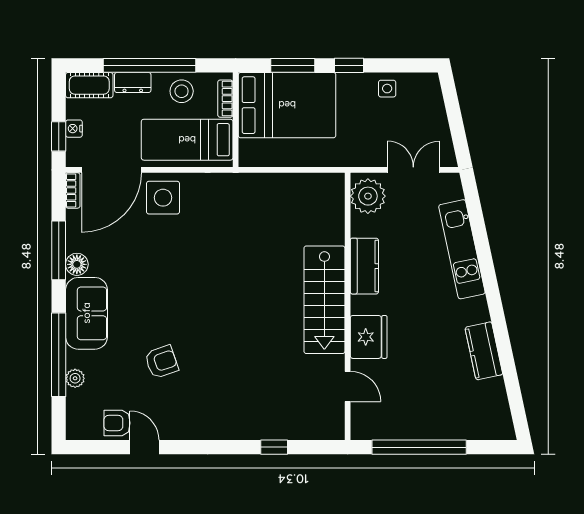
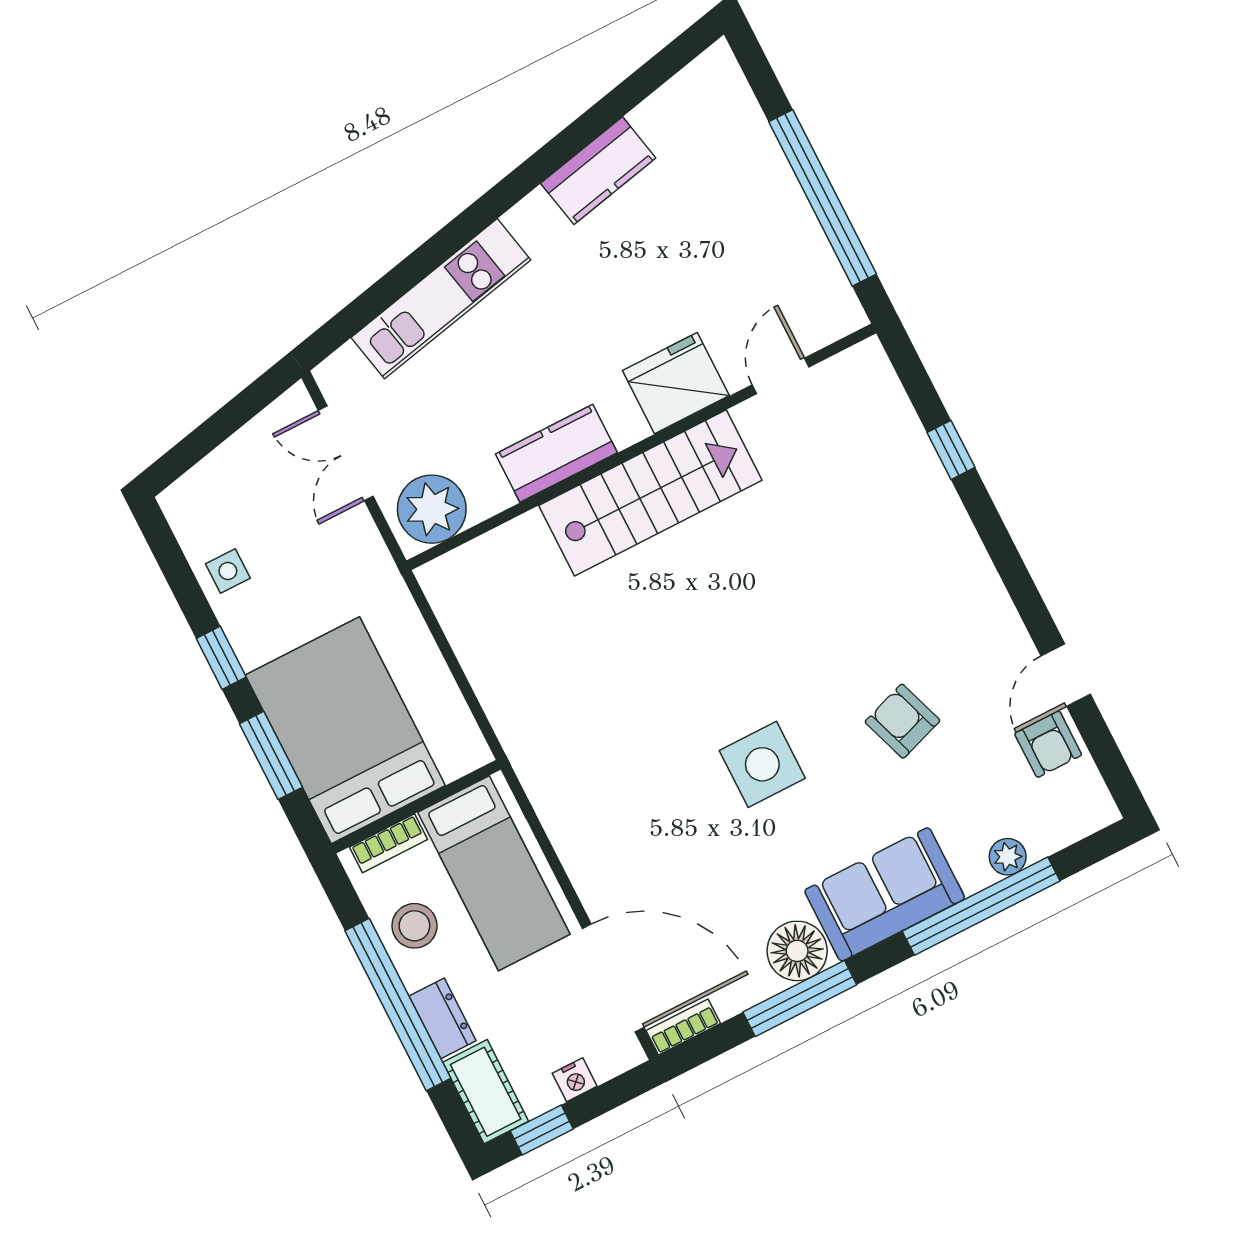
window: (59, 136) -> (542, 1130), moved
side table: (163, 198) -> (762, 764), moved
floor lamp: (77, 264) -> (797, 951), width x1.38, depth x1.38

